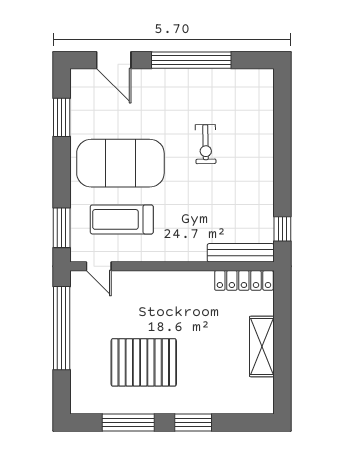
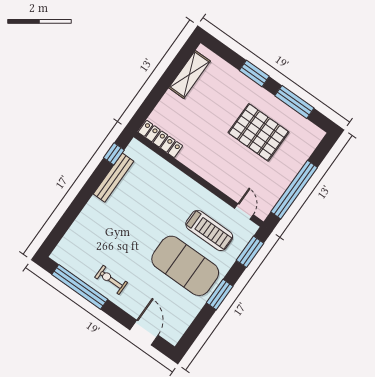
window: (191, 60) -> (80, 287), moved
window: (62, 117) -> (220, 294), moved
exercise bike: (206, 144) -> (111, 280), moved, turned -89
bench: (241, 253) -> (114, 178), moved, turned 90
shelving: (262, 346) -> (190, 74), moved

